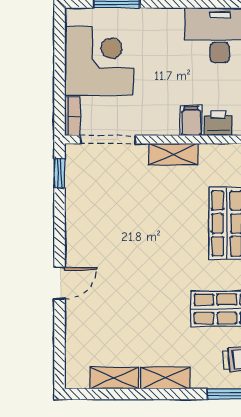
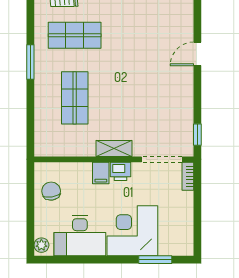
corner desk: (99, 61) -> (132, 231), moved, turned 90
printer: (218, 123) -> (121, 171), moved

